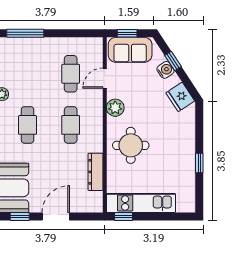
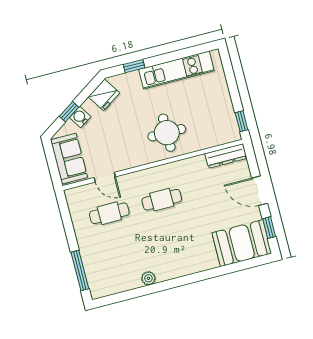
window: (127, 33) -> (53, 166), removed
plant: (115, 108) -> (132, 159), removed
cafe table: (28, 125) -> (173, 244), removed
window: (199, 163) -> (134, 66), moved
dresser: (95, 172) -> (226, 156), moved
kitchen unit: (141, 203) -> (176, 70), moved, turned -90

